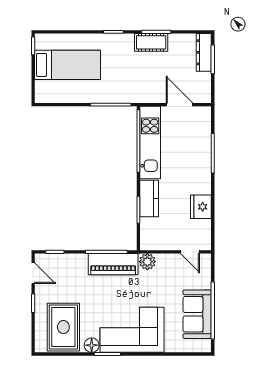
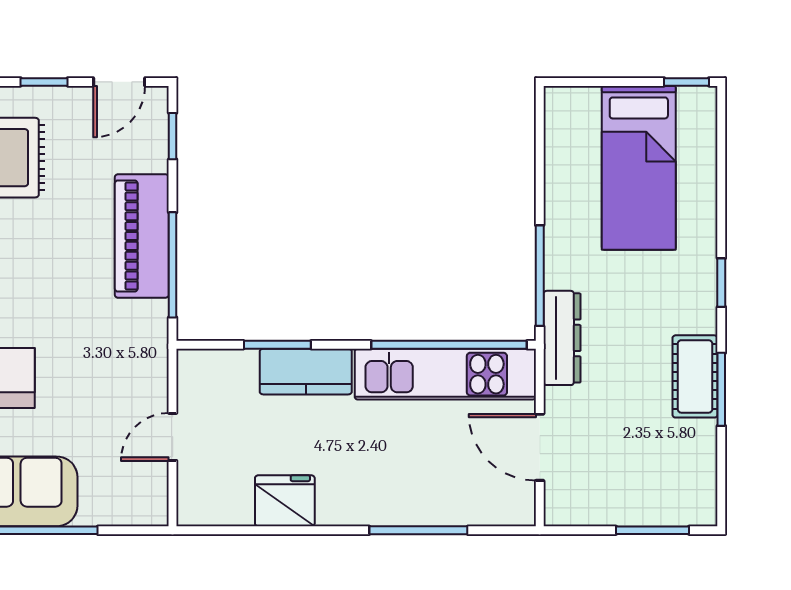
dresser: (204, 52) -> (562, 338), moved, turned 90
door: (179, 105) -> (540, 447), swing flipped
door: (190, 252) -> (173, 437), moved
plant: (147, 262) -> (148, 367), removed
piano: (113, 264) -> (142, 236), moved

